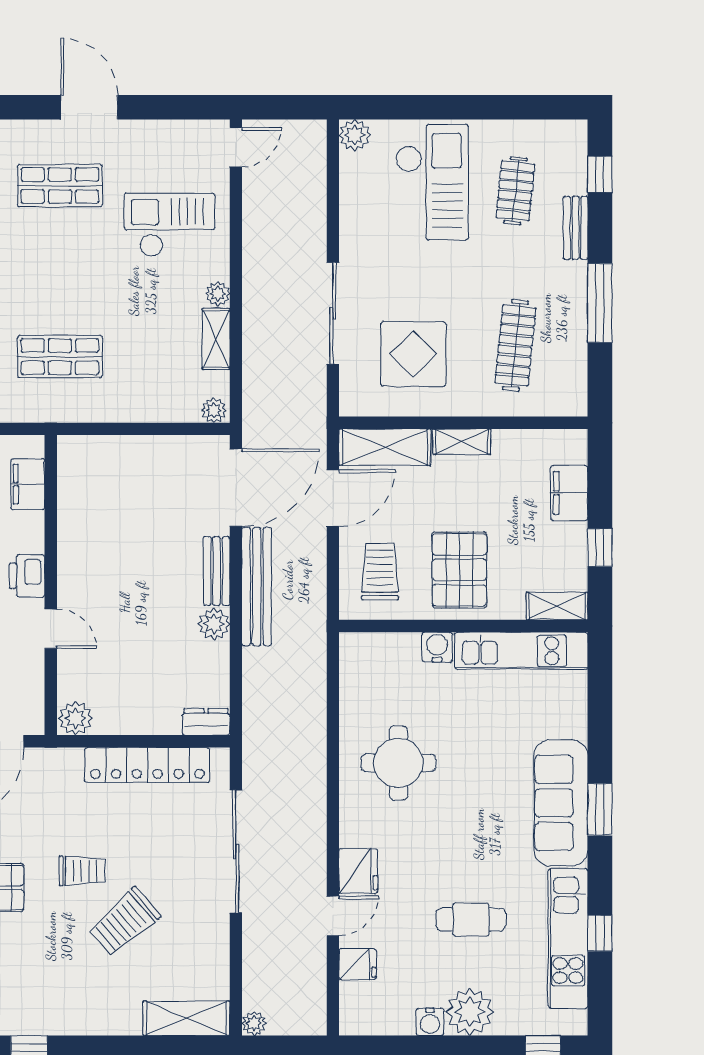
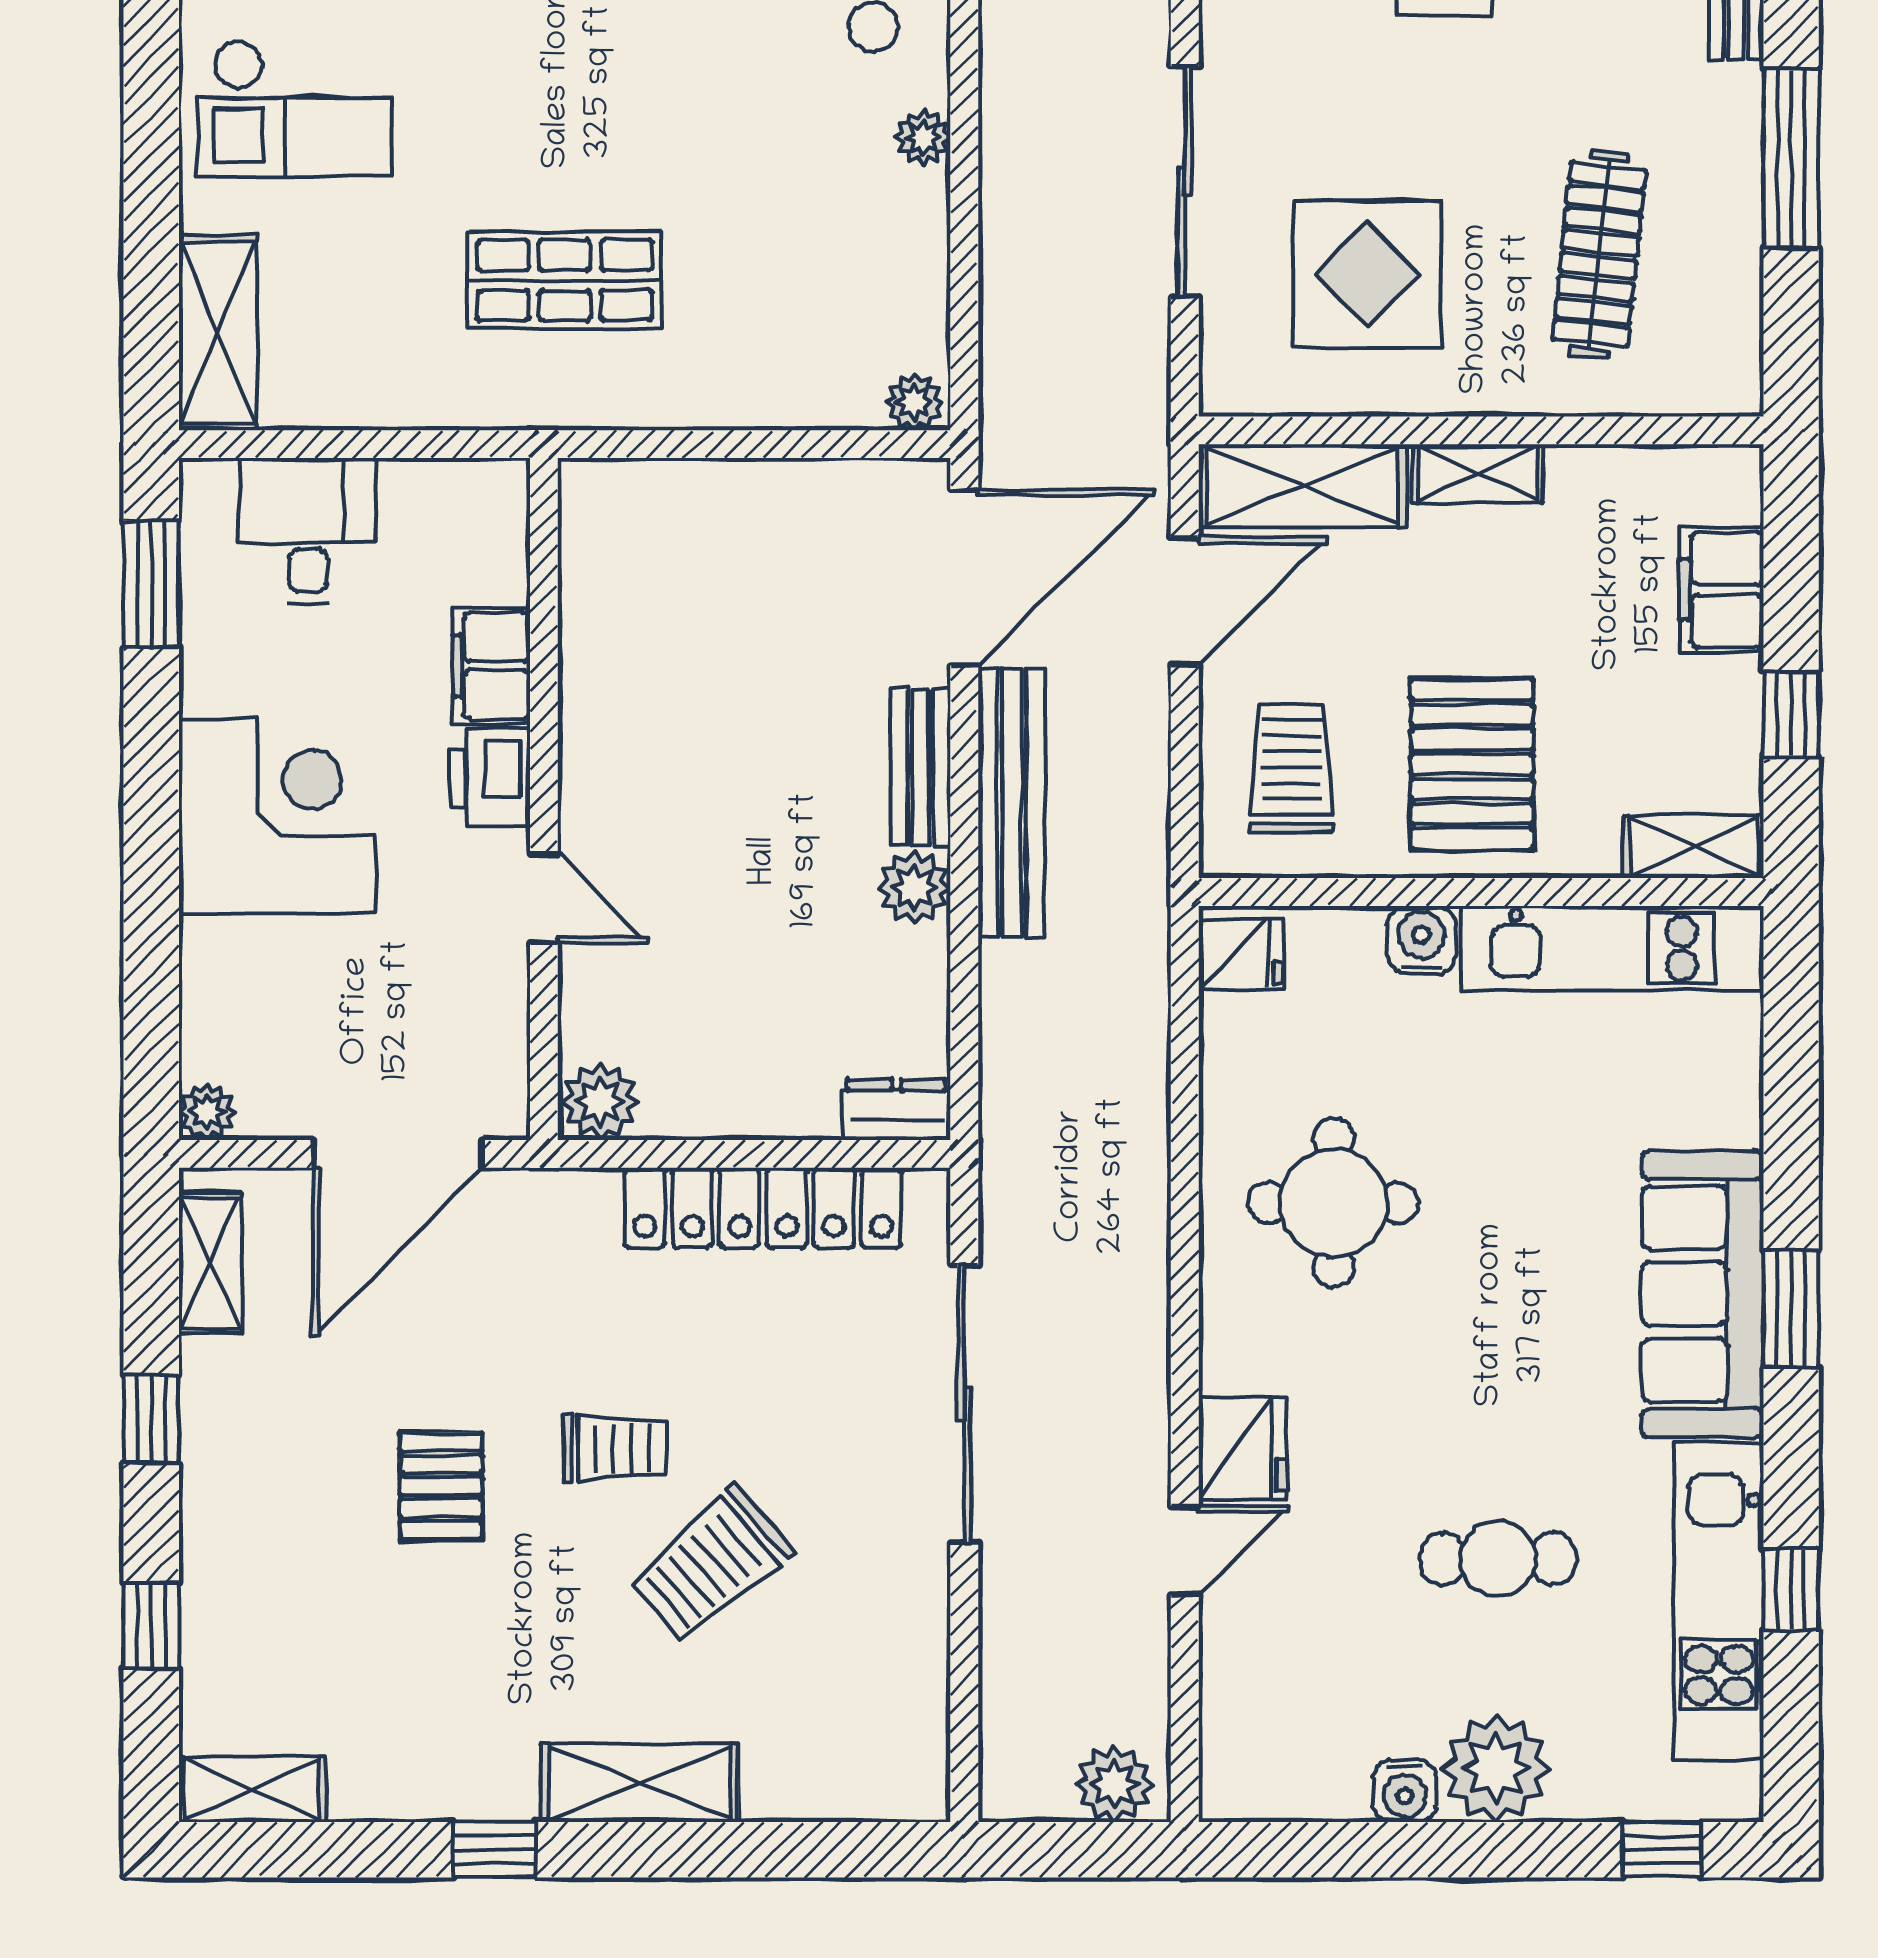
shelving: (216, 339) -> (919, 240), removed
filing cabinet: (28, 484) -> (491, 666), moved
fridge: (358, 964) -> (1241, 954), moved
shelving: (186, 1018) -> (640, 1783), moved
plant: (254, 1023) -> (1114, 1784), moved, width x1.38, depth x1.38

